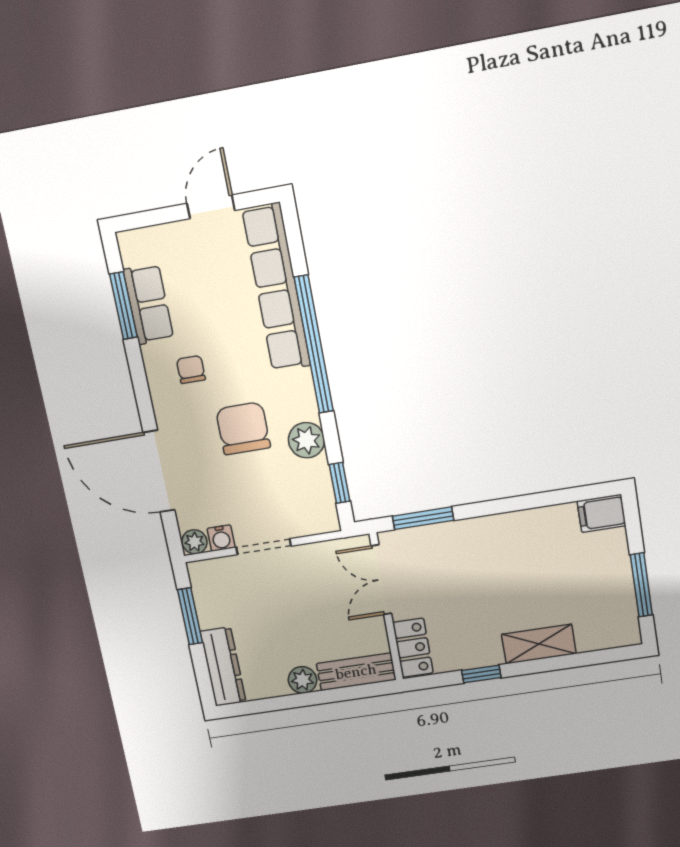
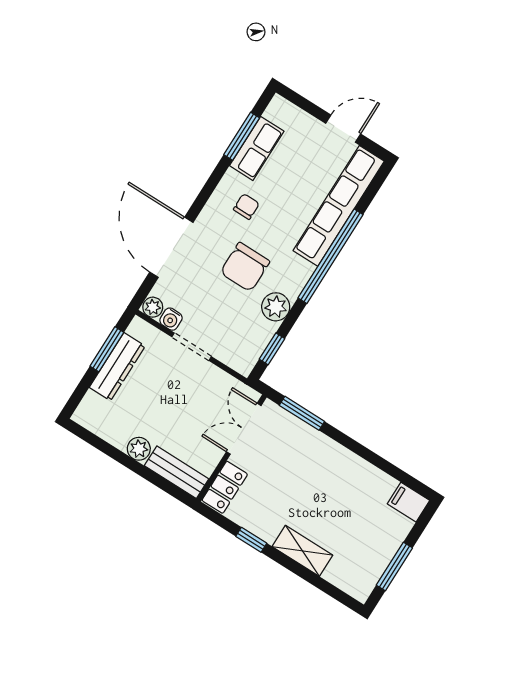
chair: (243, 428) -> (245, 267), turned 180
dresser: (223, 667) -> (117, 367), moved

